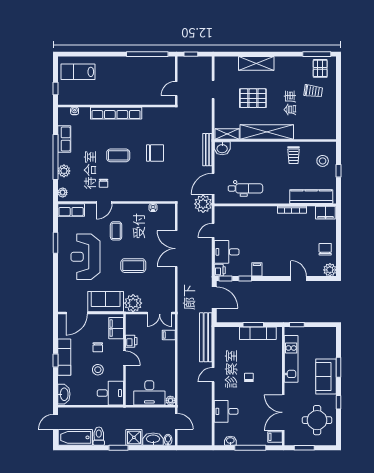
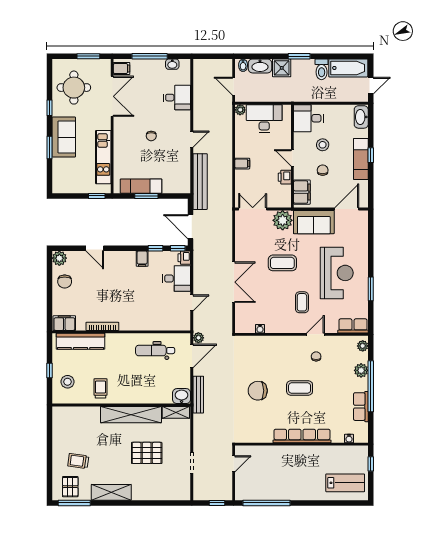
shelving: (256, 63) -> (111, 492), moved
plant: (203, 204) -> (198, 338), width x0.53, depth x0.53
filing cabinet: (169, 335) -> (242, 164), moved

